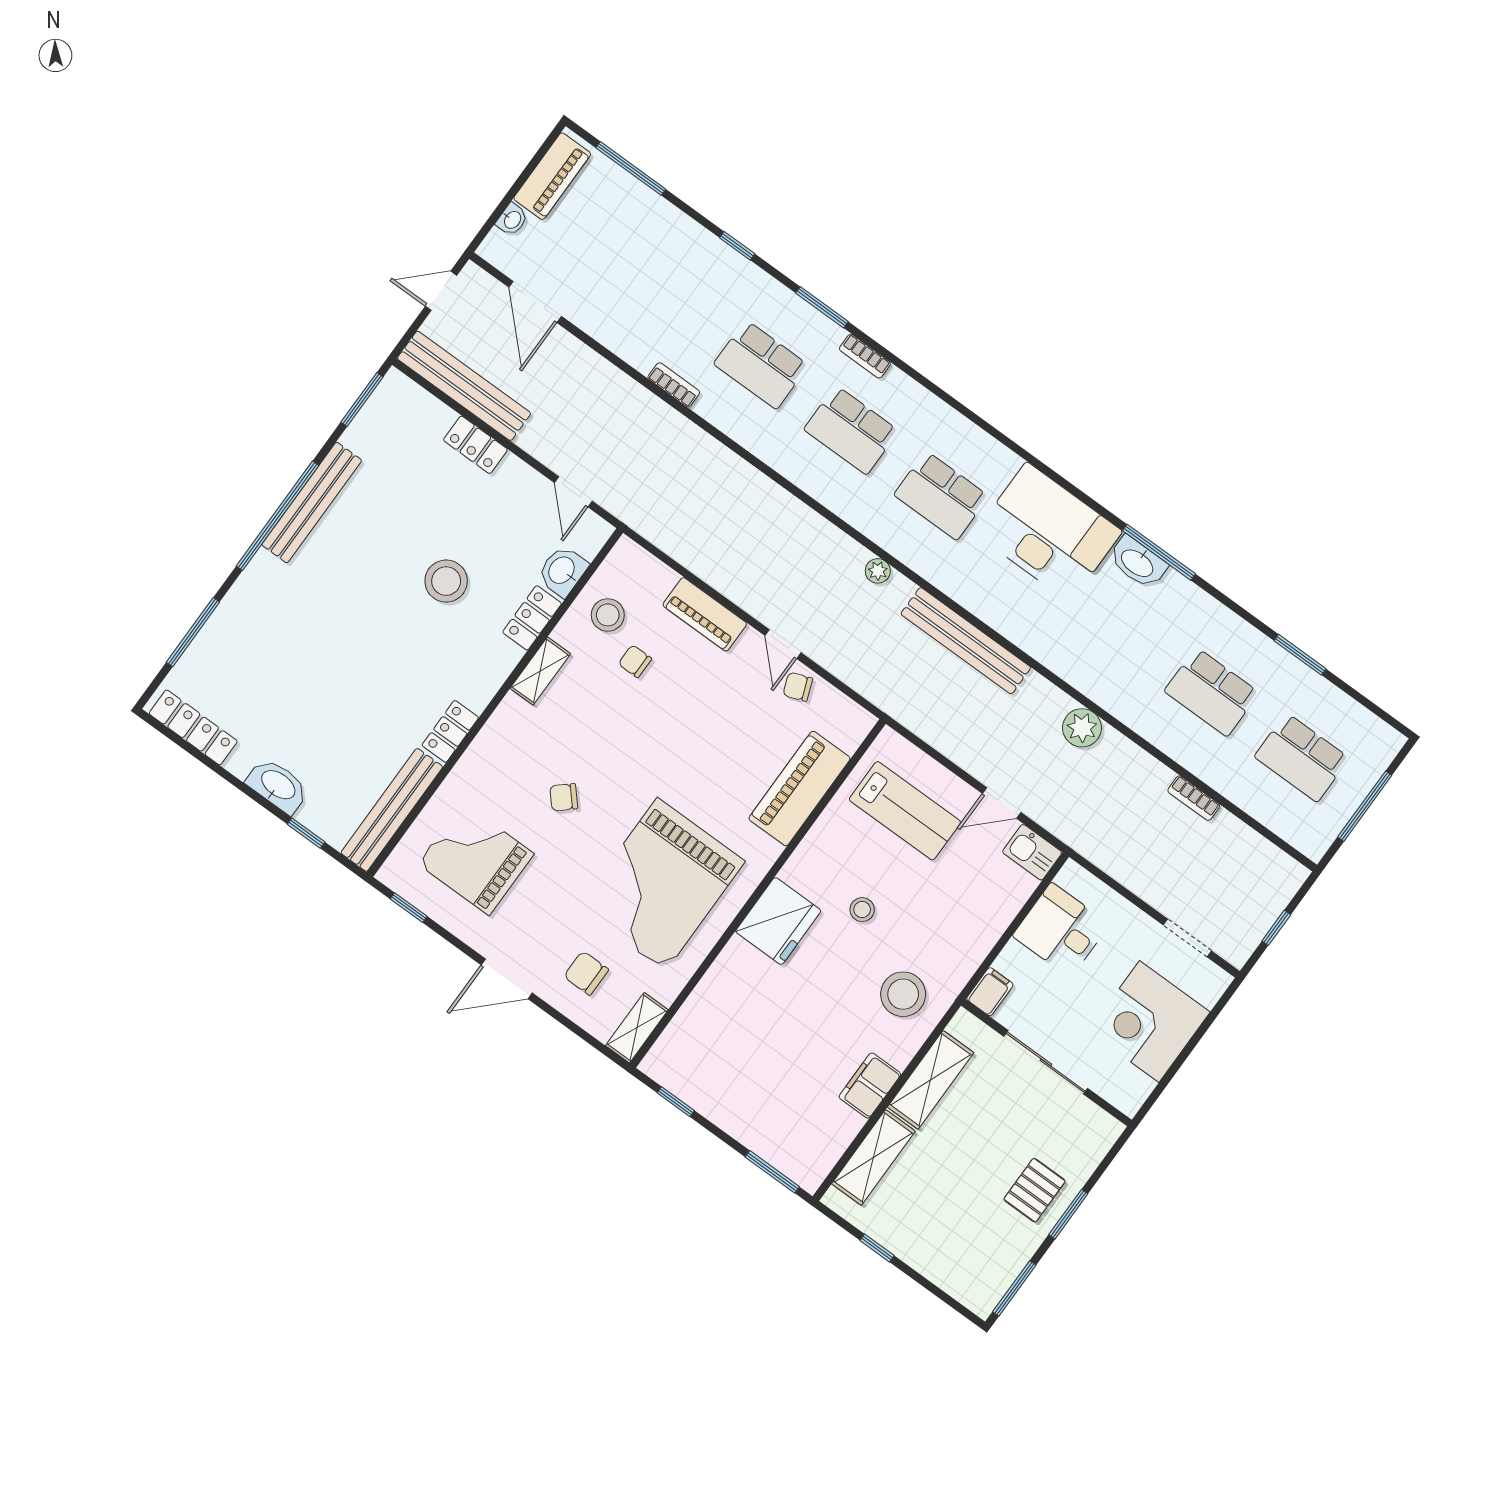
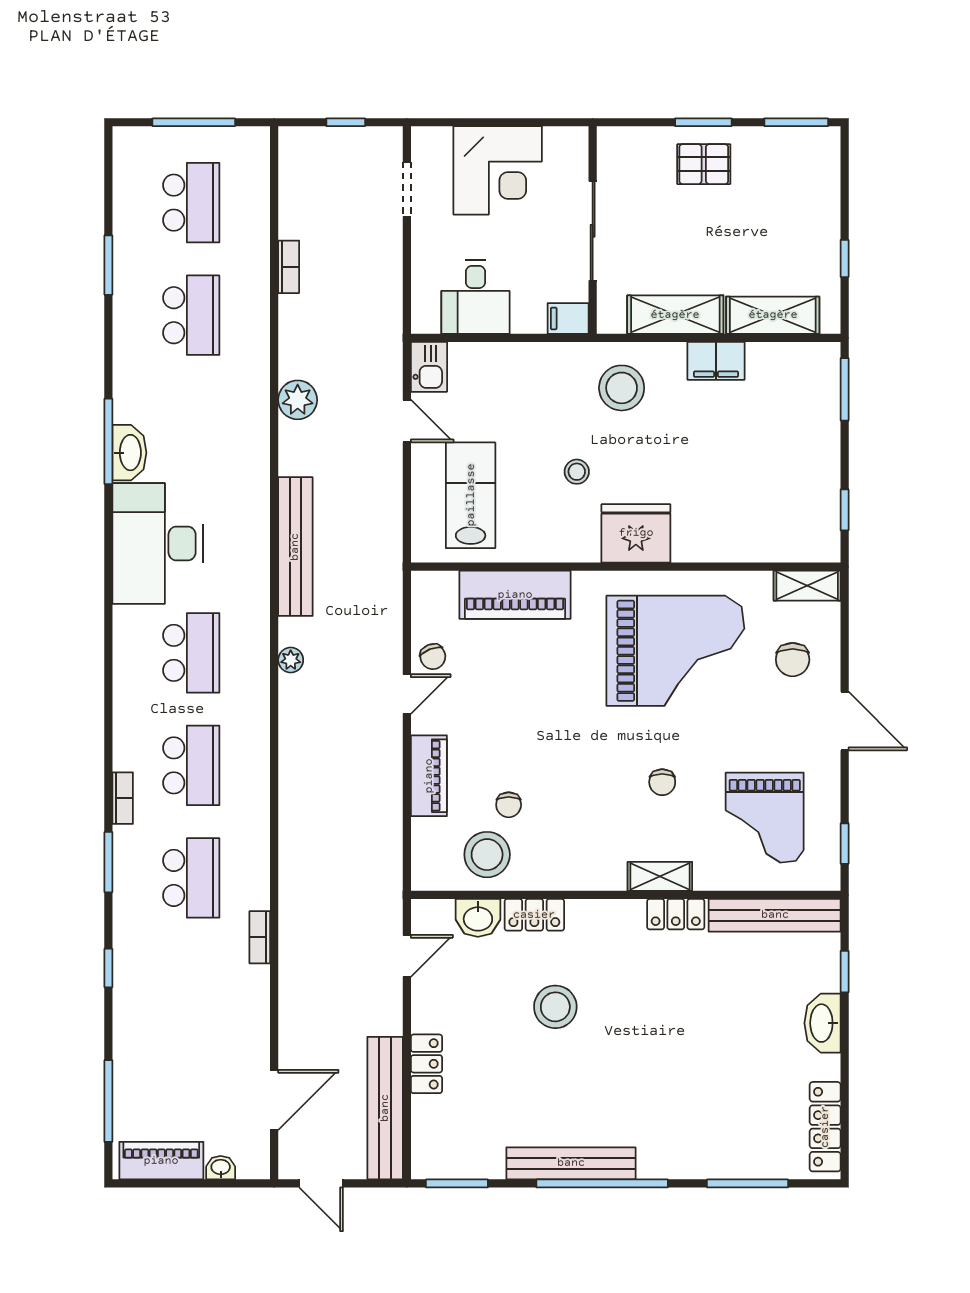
stool: (608, 615) -> (487, 855), width x1.38, depth x1.38
shelving: (540, 671) -> (660, 876), moved
chair: (564, 797) -> (662, 782), turned 42

